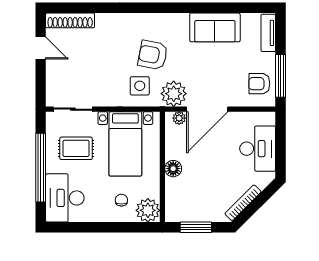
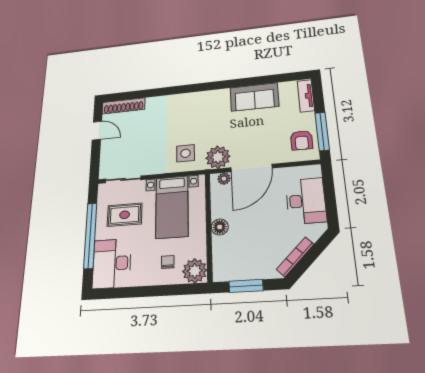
armchair: (153, 55) -> (197, 126), removed
armchair: (259, 84) -> (302, 140), turned -90

